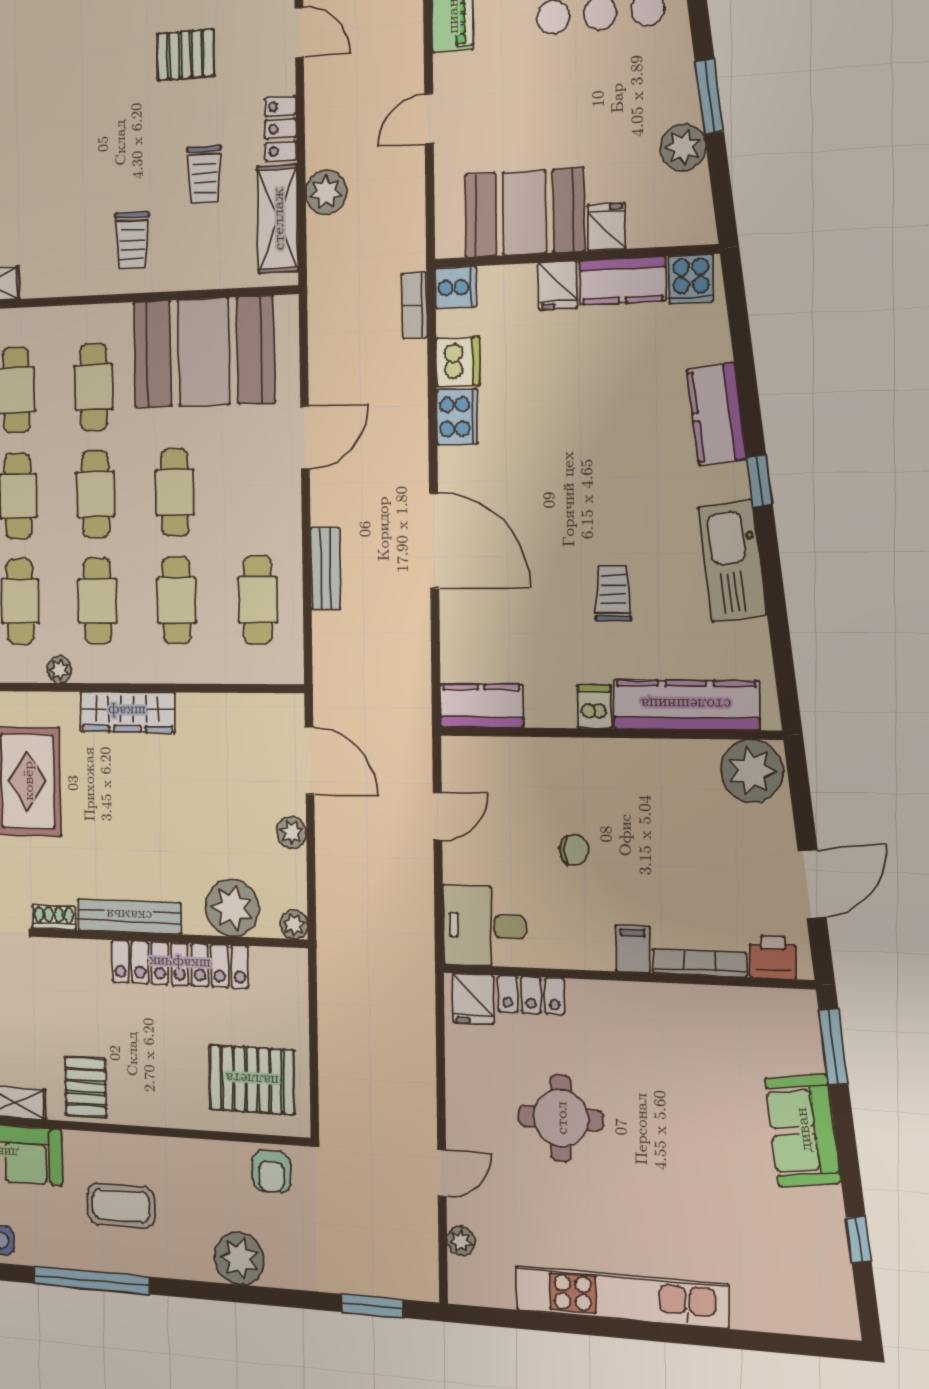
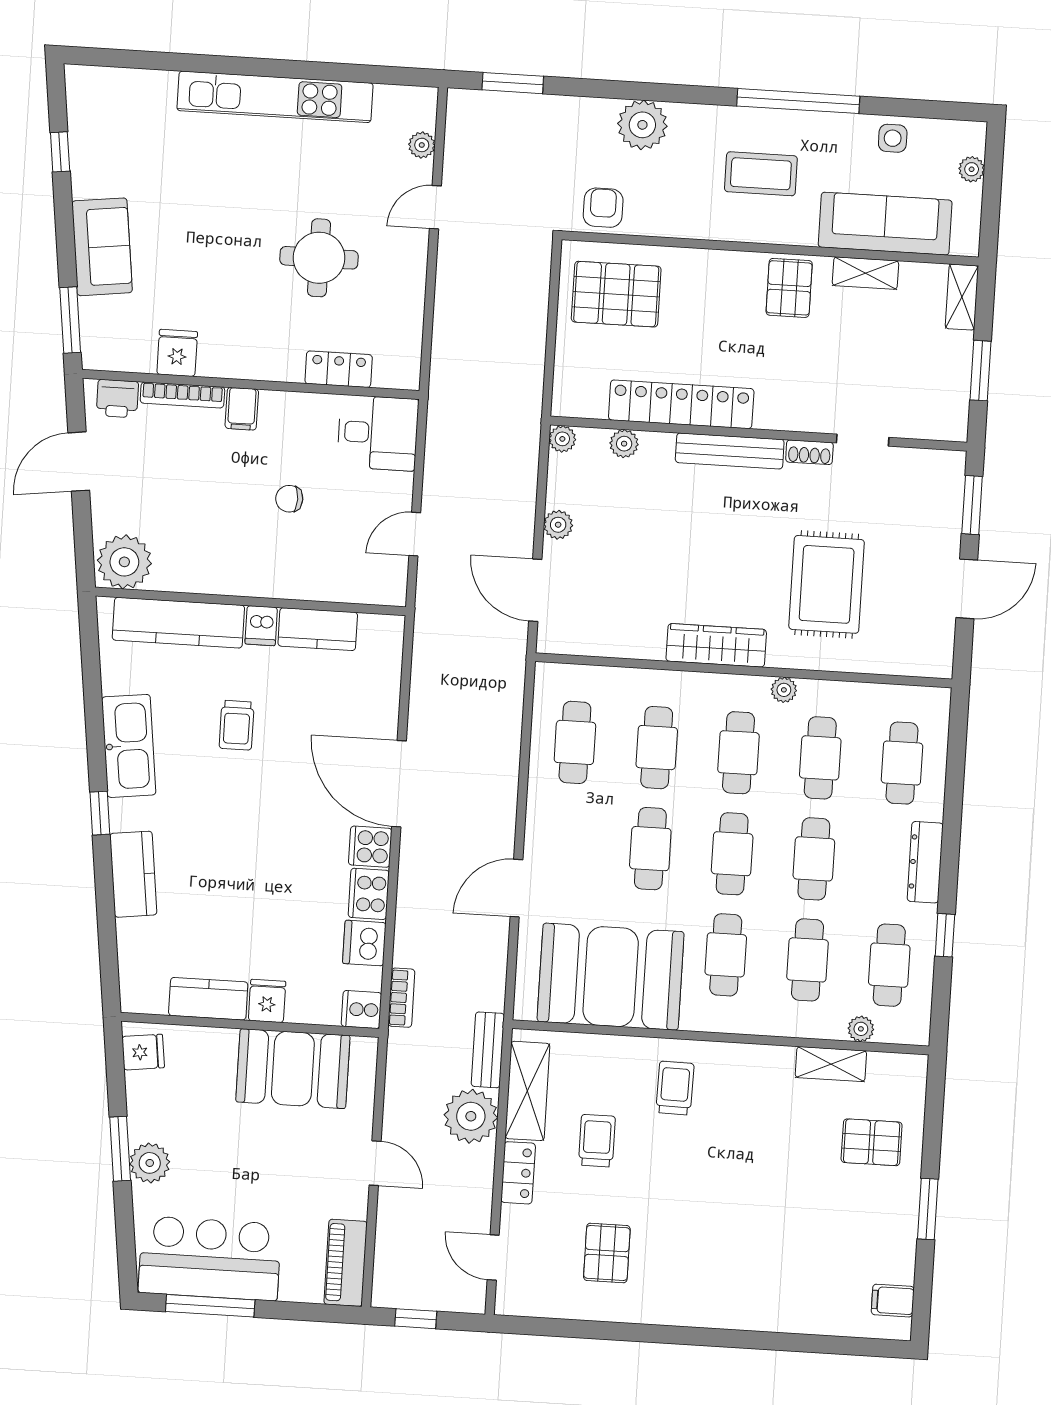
pallet: (186, 55) -> (607, 1253), turned 90
door: (429, 119) -> (375, 1163), hinge flipped
plant: (683, 147) -> (150, 1163), moved
plant: (326, 192) -> (471, 1116), width x1.36, depth x1.36
fridge: (606, 227) -> (143, 1052), moved, turned -97
cooker: (691, 279) -> (370, 847), moved, turned -90
bench: (325, 568) -> (488, 1050), moved
kitchen counter: (481, 706) -> (318, 629), moved
plant: (232, 908) -> (624, 444), width x0.53, depth x0.53
fridge: (473, 999) -> (177, 353), moved

